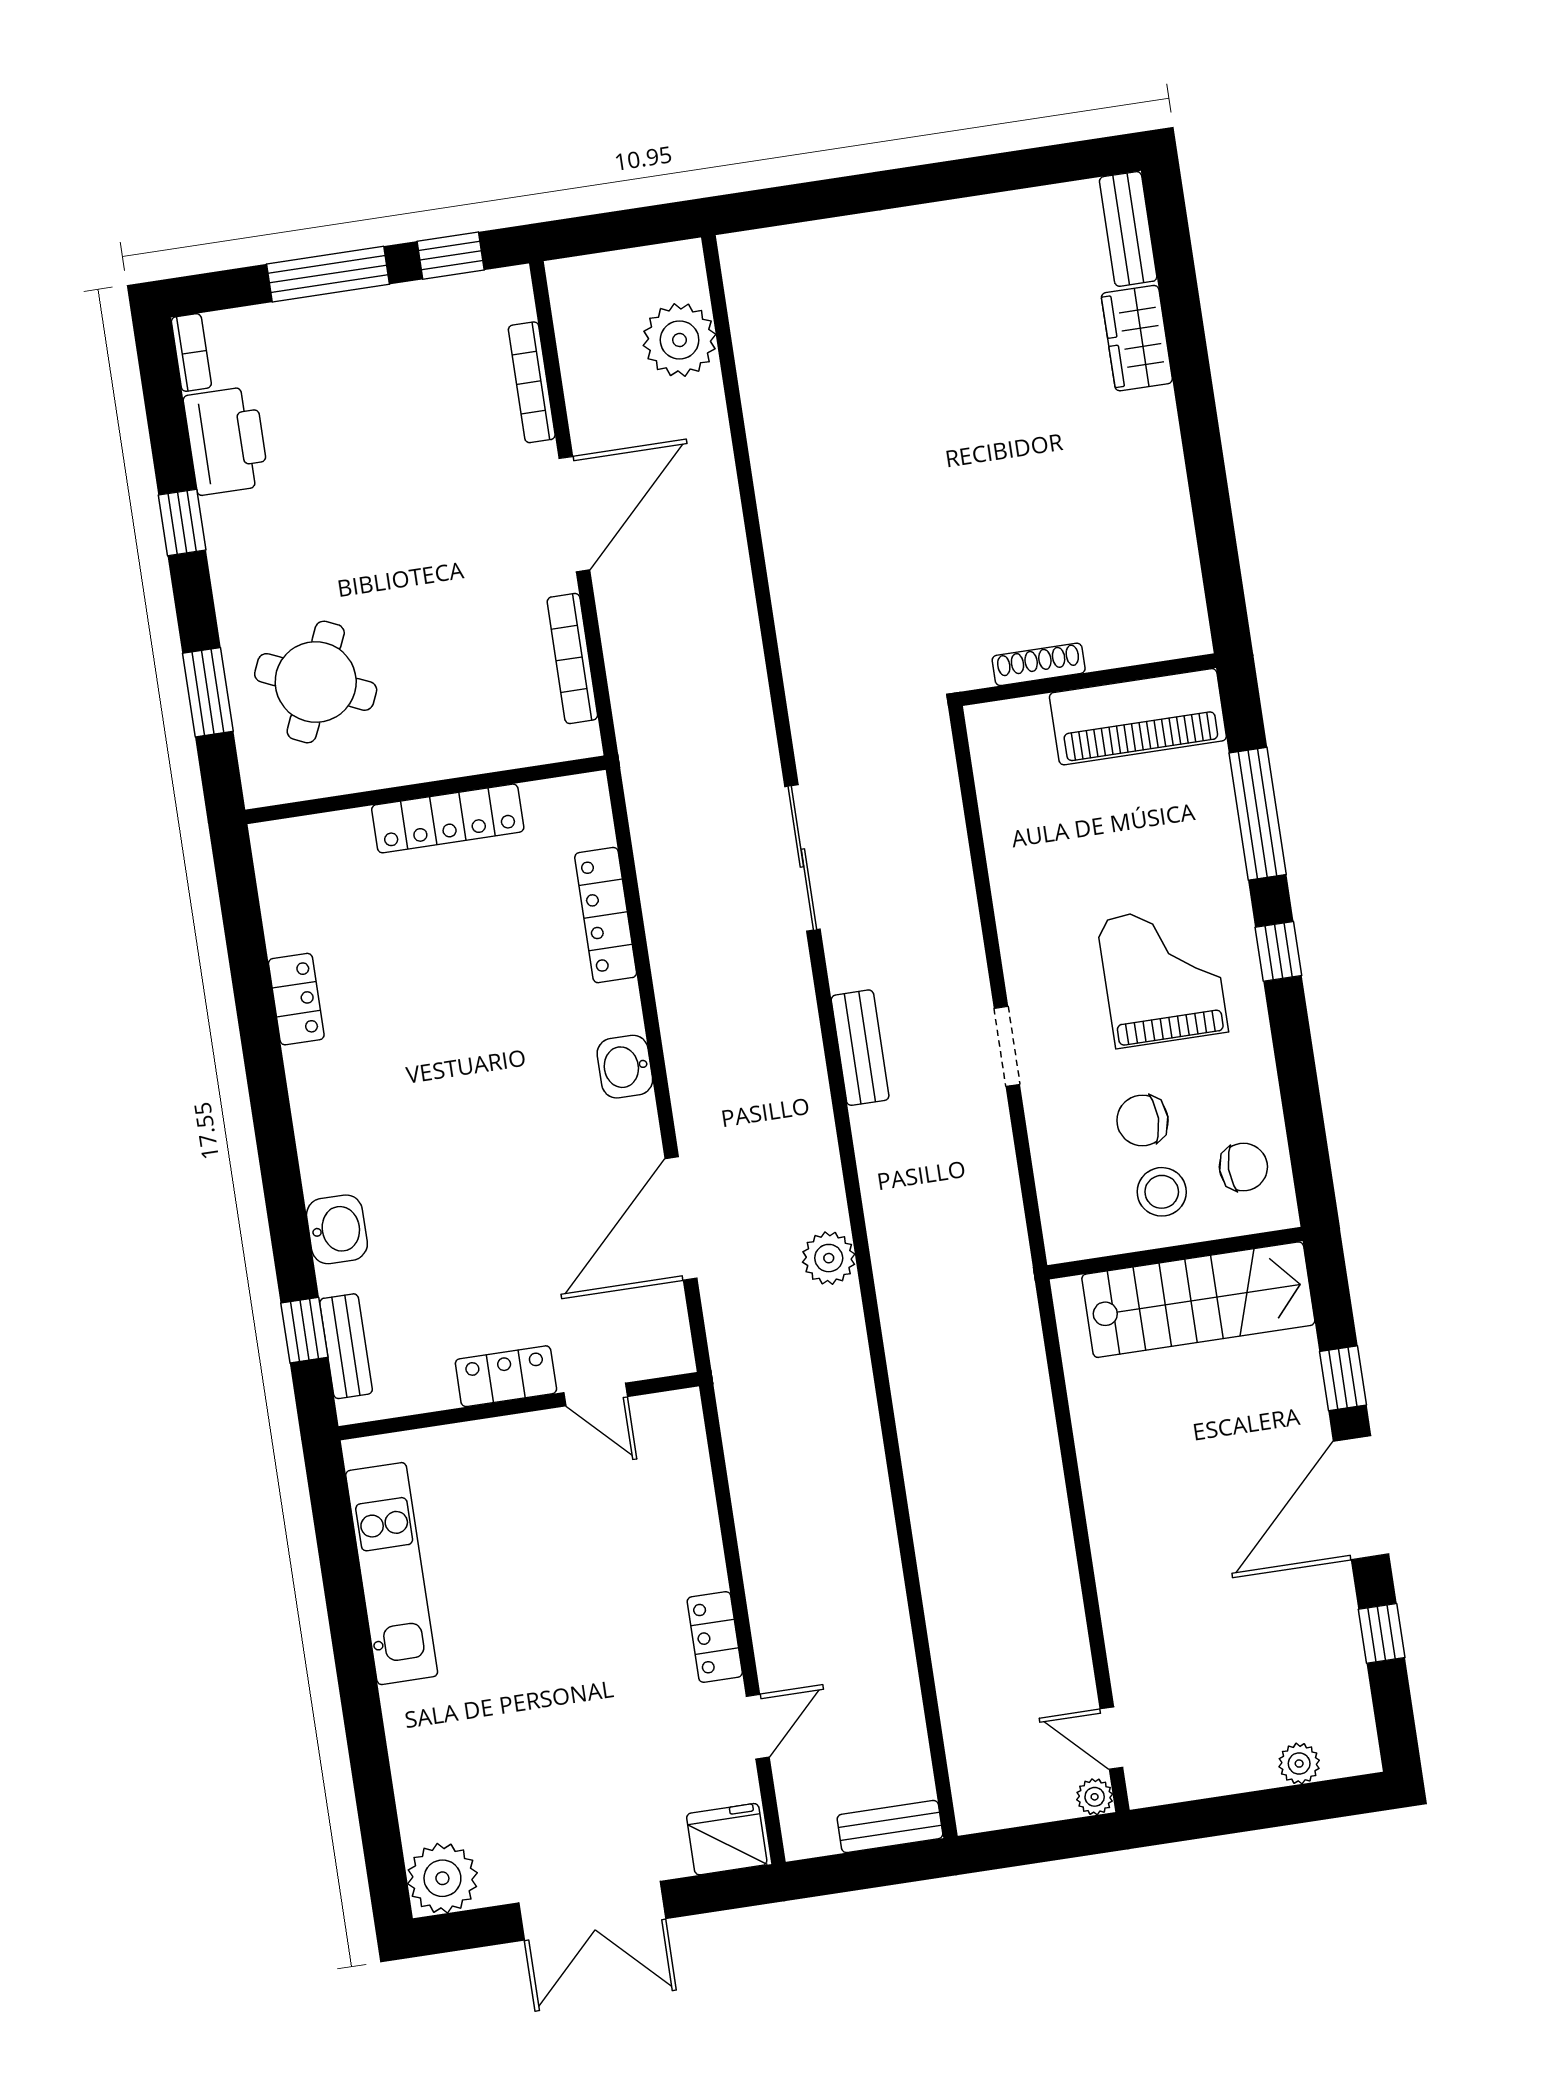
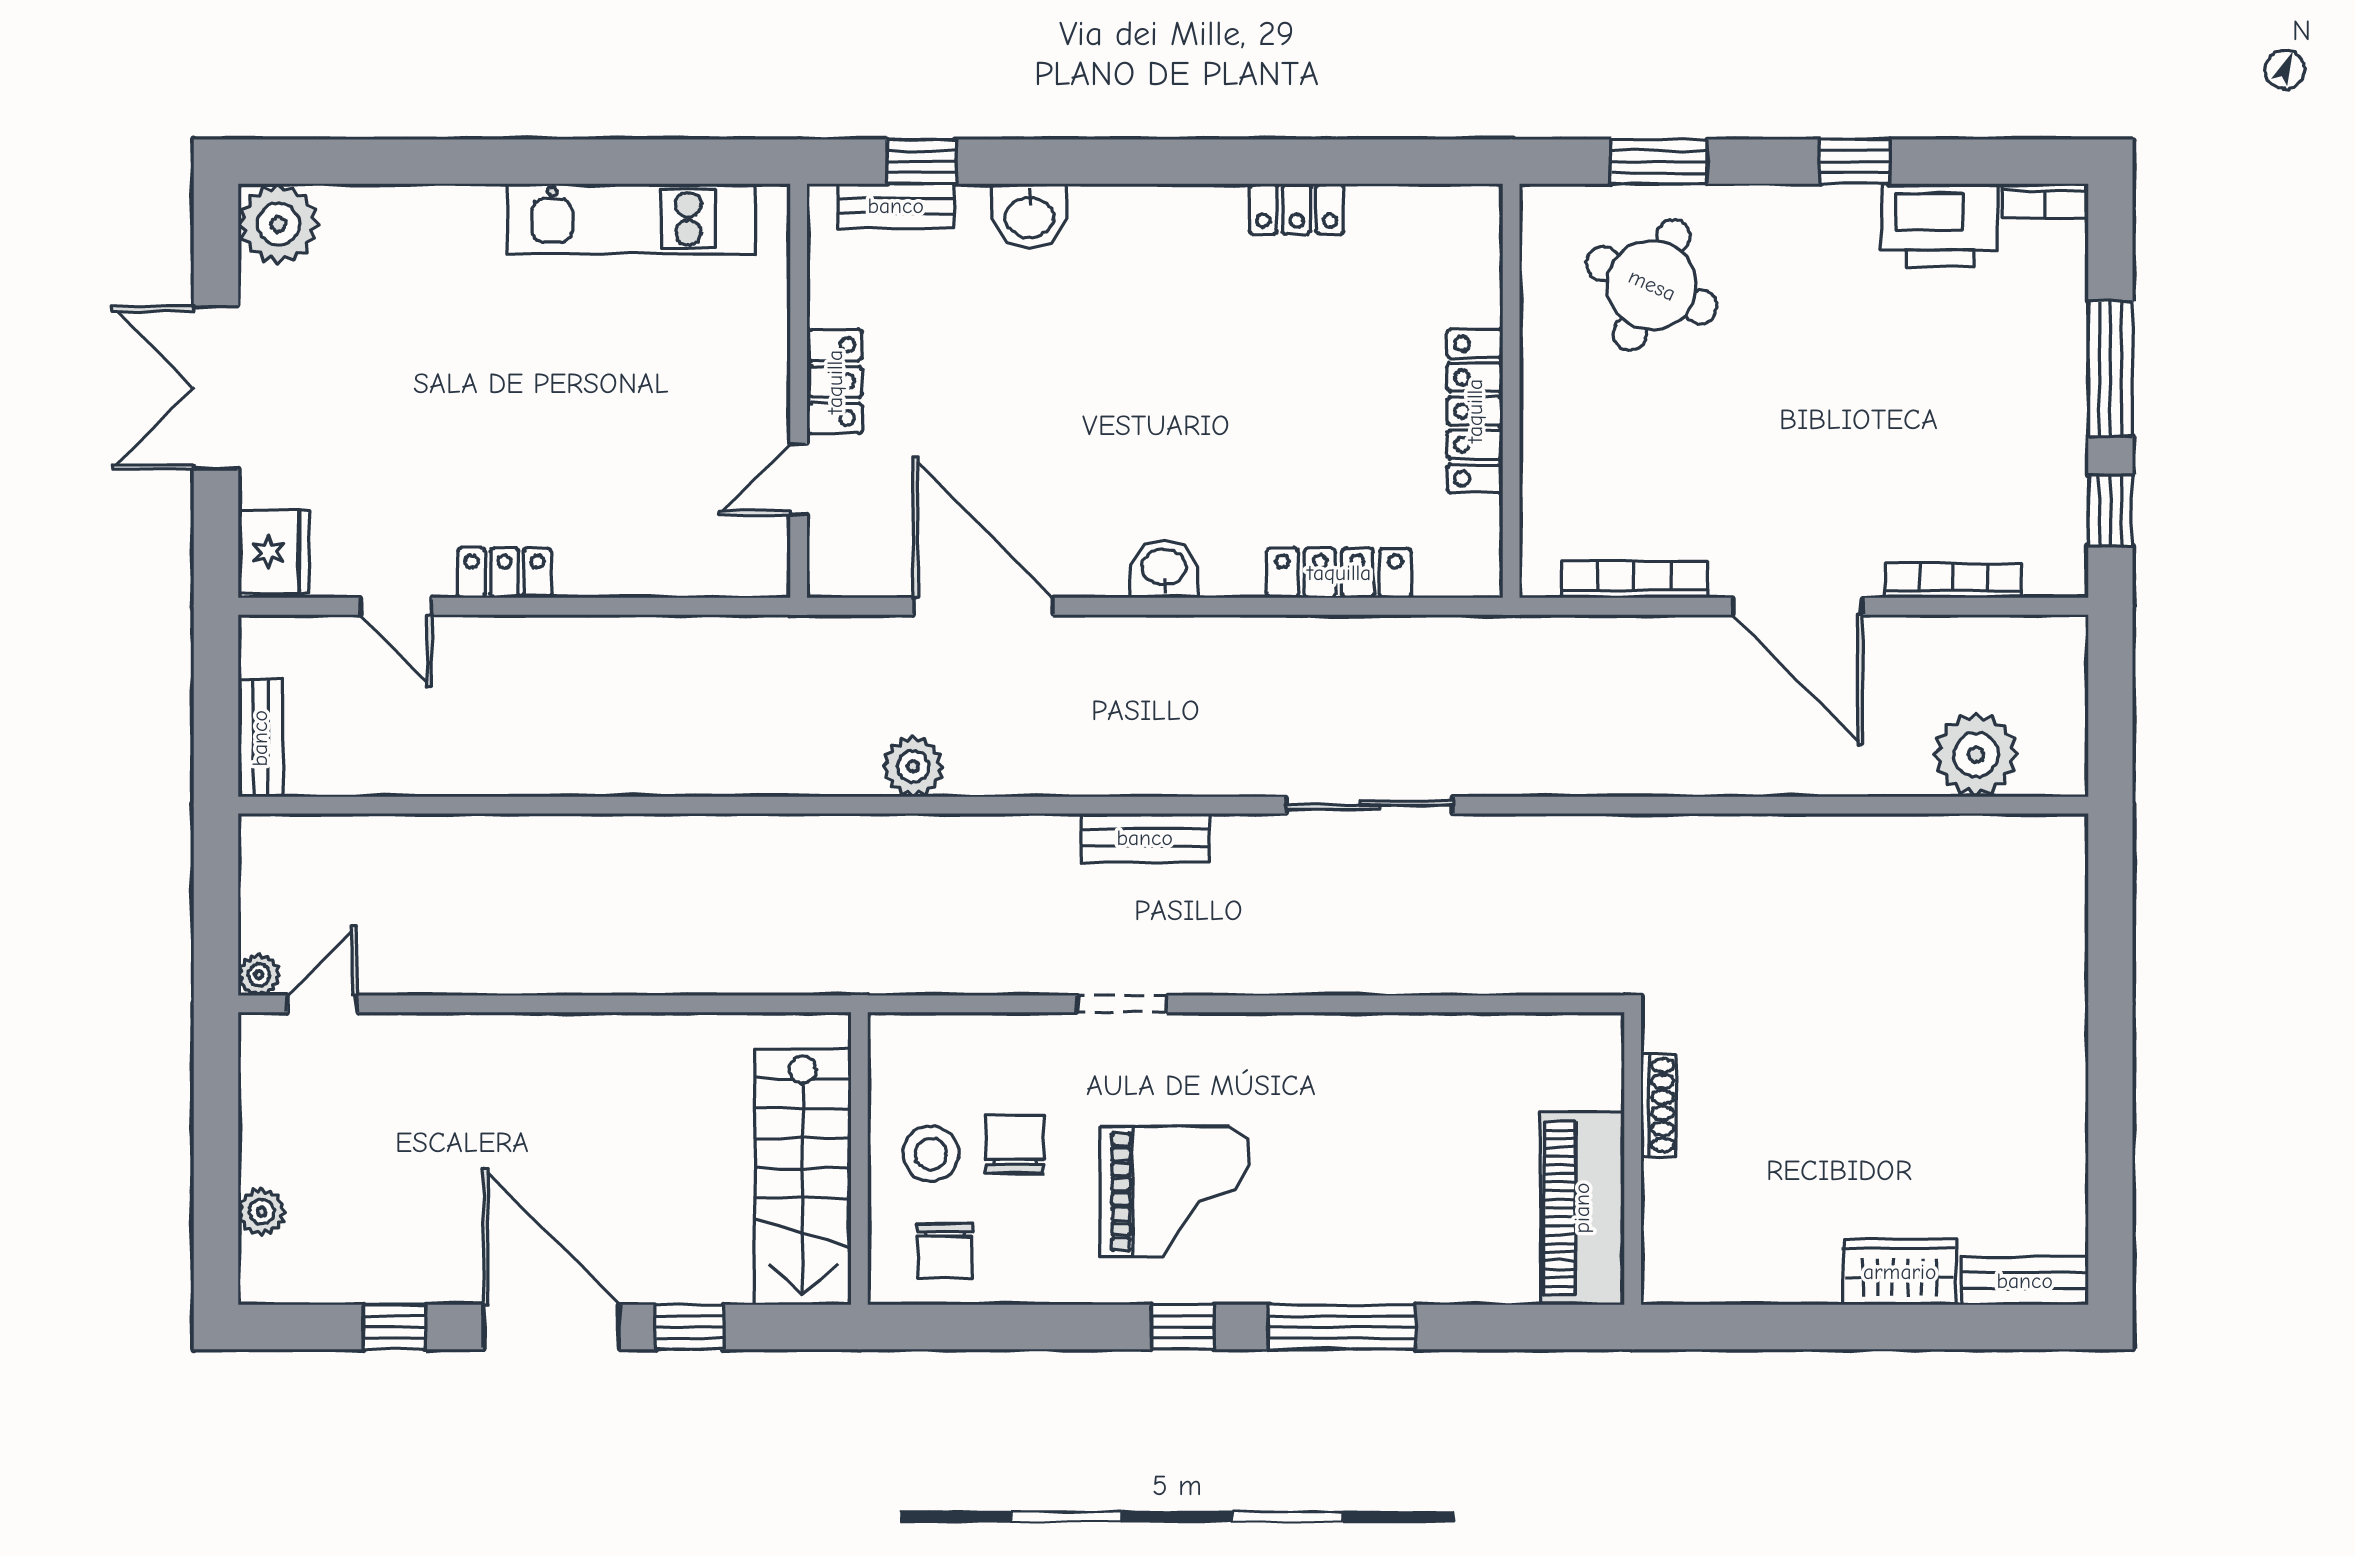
shoe rack: (1039, 664) -> (1658, 1105), moved
wall: (1088, 680) -> (1633, 1159), moved
piano: (1138, 717) -> (1582, 1208), moved

